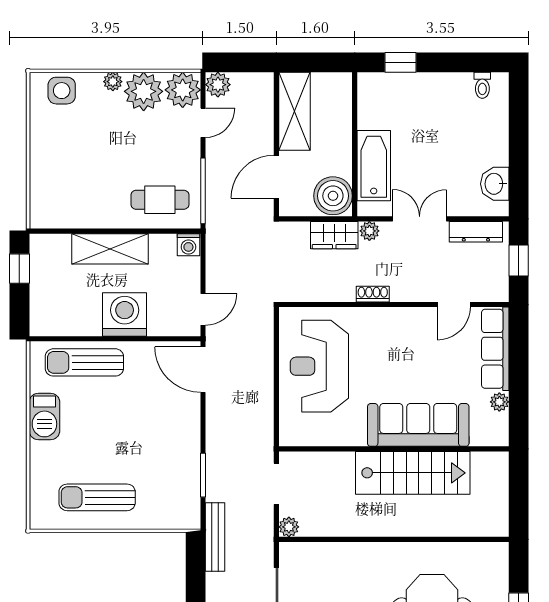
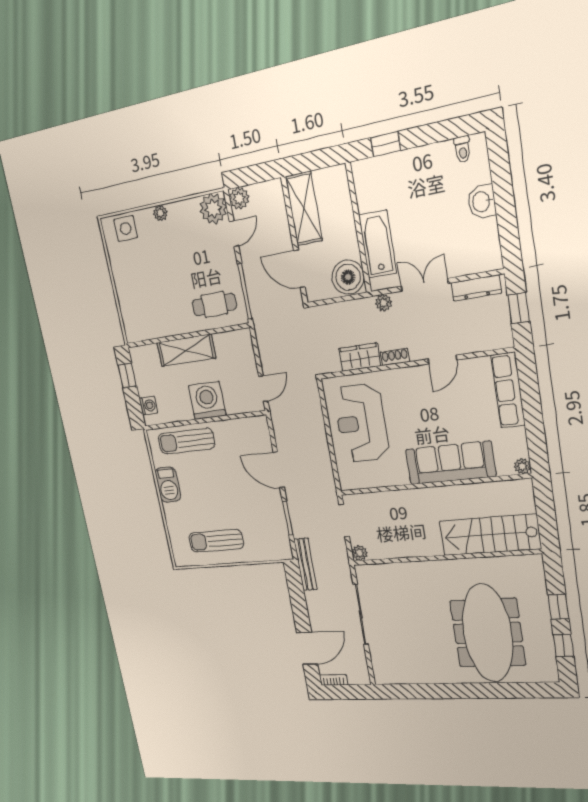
plant: (144, 91) -> (184, 216), removed
door: (276, 177) -> (299, 269), hinge flipped
washbasin: (495, 184) -> (482, 202), moved
wardrobe: (334, 235) -> (360, 357), moved, turned 180
washing machine: (188, 245) -> (148, 406), moved, turned -90
door: (454, 305) -> (442, 359), moved
door: (203, 370) -> (279, 470), moved
plant: (499, 402) -> (522, 466), moved
stairs: (413, 473) -> (490, 535), moved, turned 180

